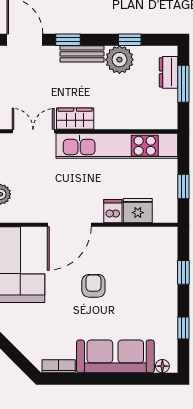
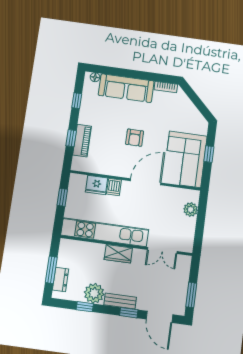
wardrobe: (75, 119) -> (118, 254), moved
piano: (167, 271) -> (82, 141), added

